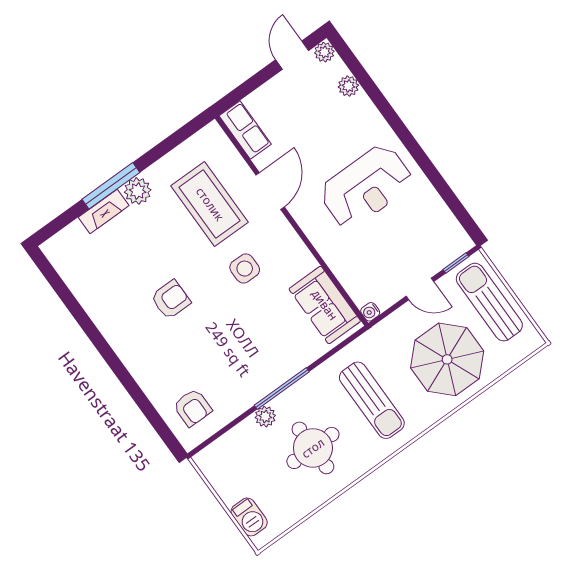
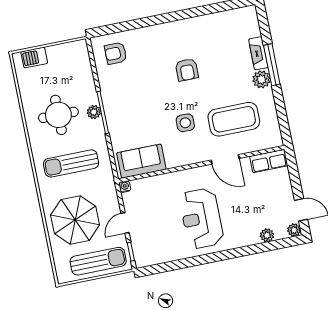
plant: (265, 417) -> (94, 112), moved

